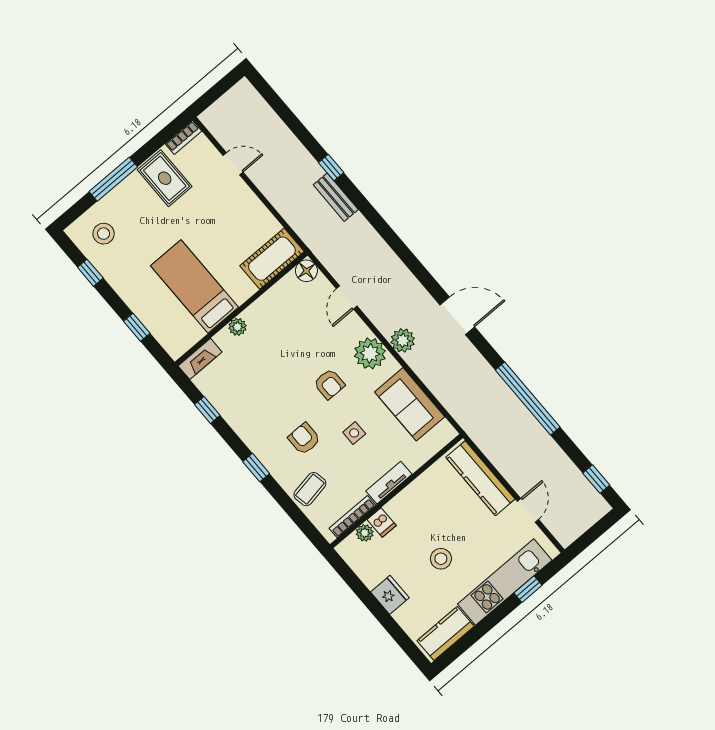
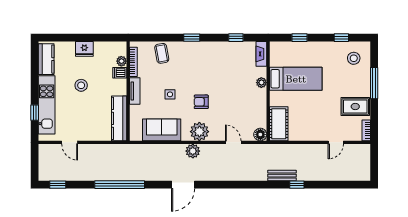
armchair: (304, 439) -> (186, 70), removed
kitchen counter: (480, 478) -> (119, 118), moved, turned -90

